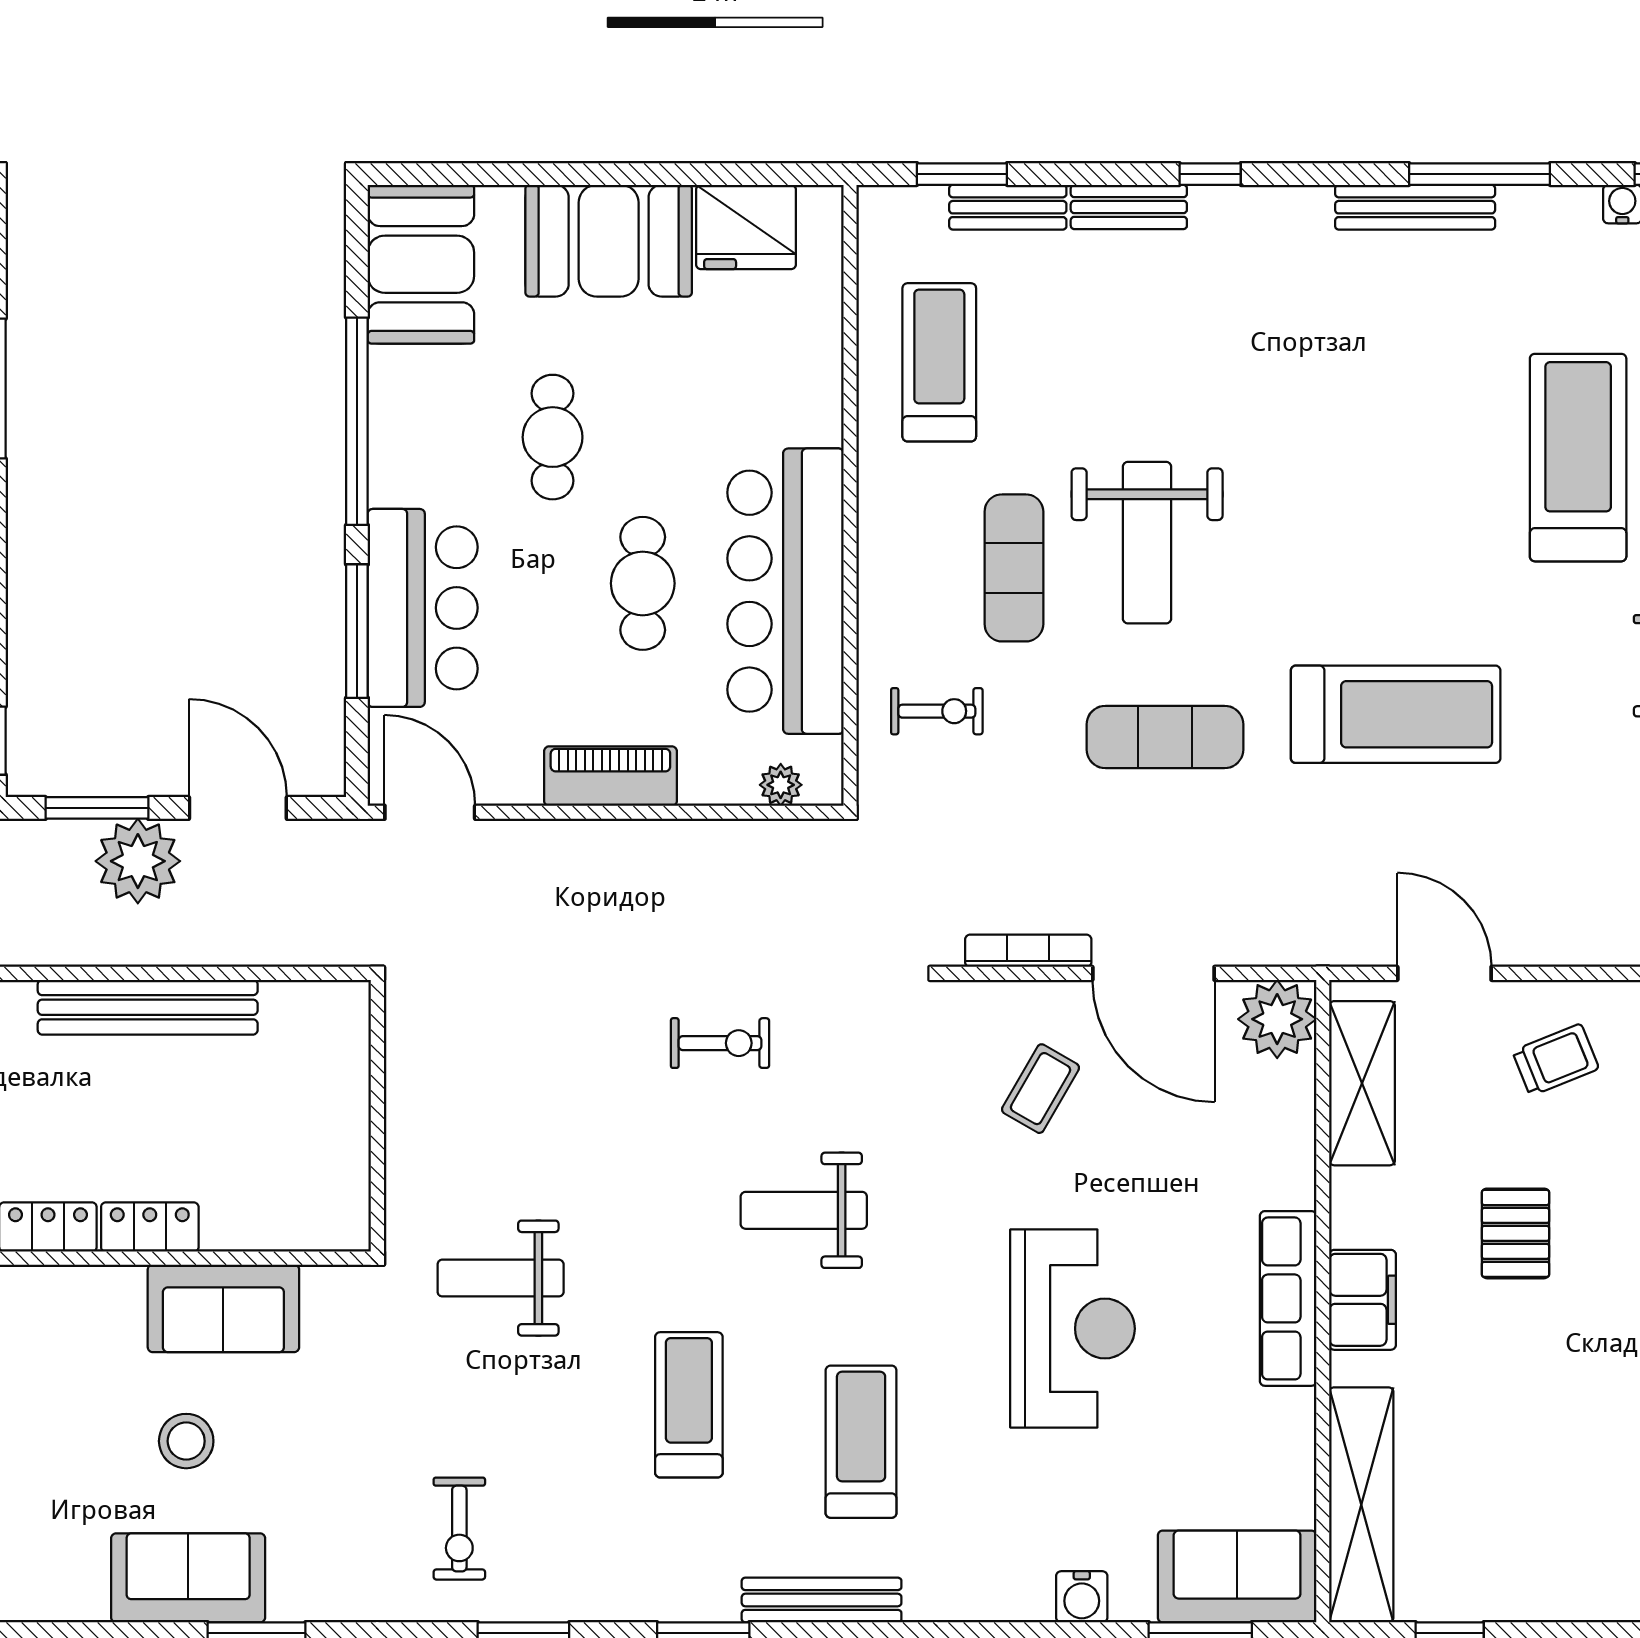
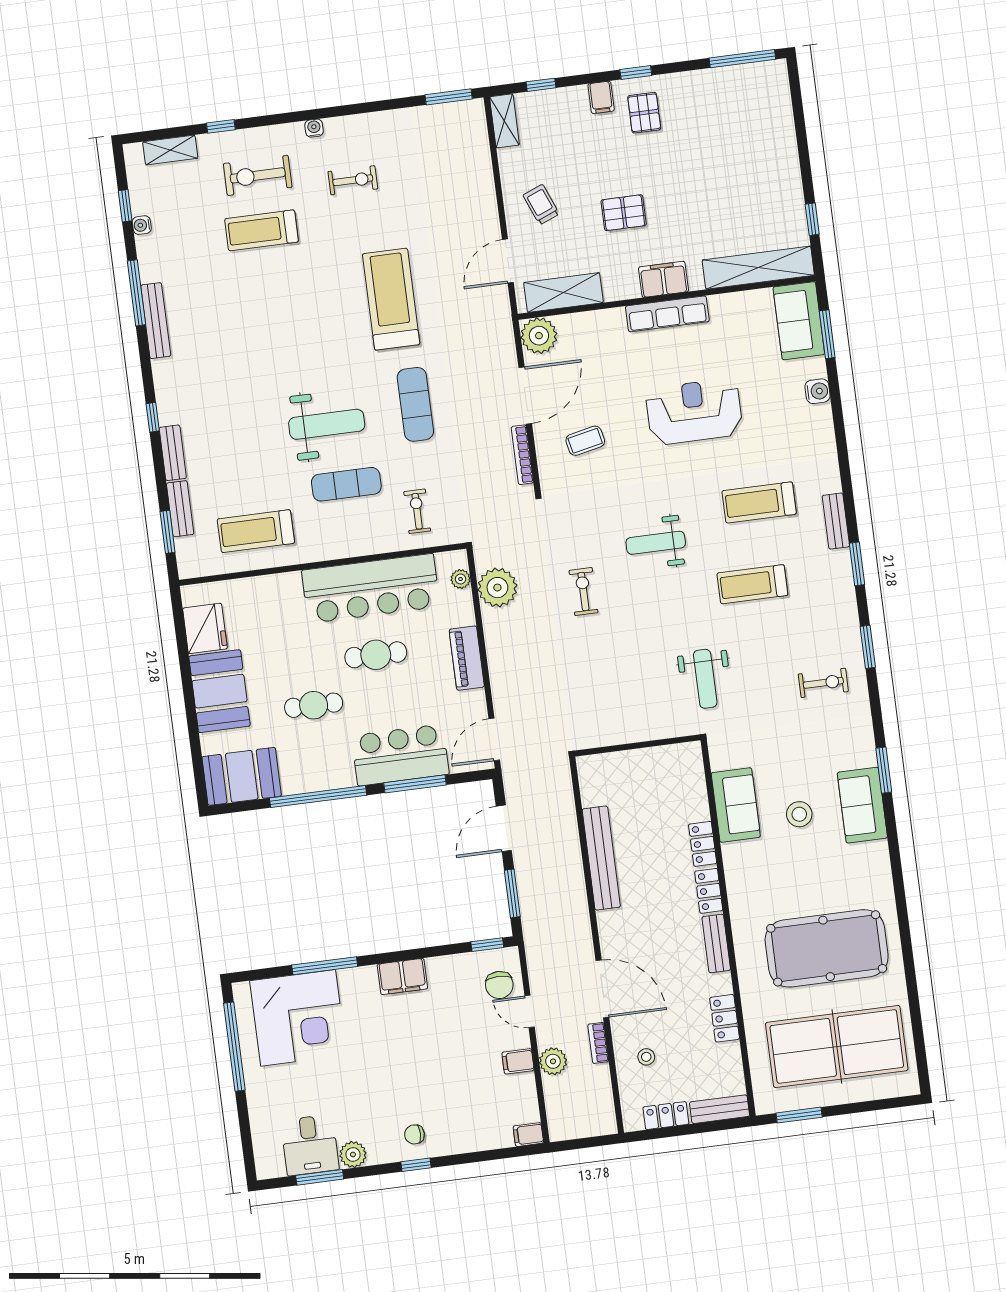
treadmill: (1578, 458) -> (262, 230), width x0.73, depth x0.73
plant: (138, 861) -> (497, 588), moved
coffee table: (1041, 1089) -> (585, 441), turned -42
weight bench: (804, 1210) -> (656, 543), turned 90
bench: (822, 1600) -> (836, 521), width x0.73

